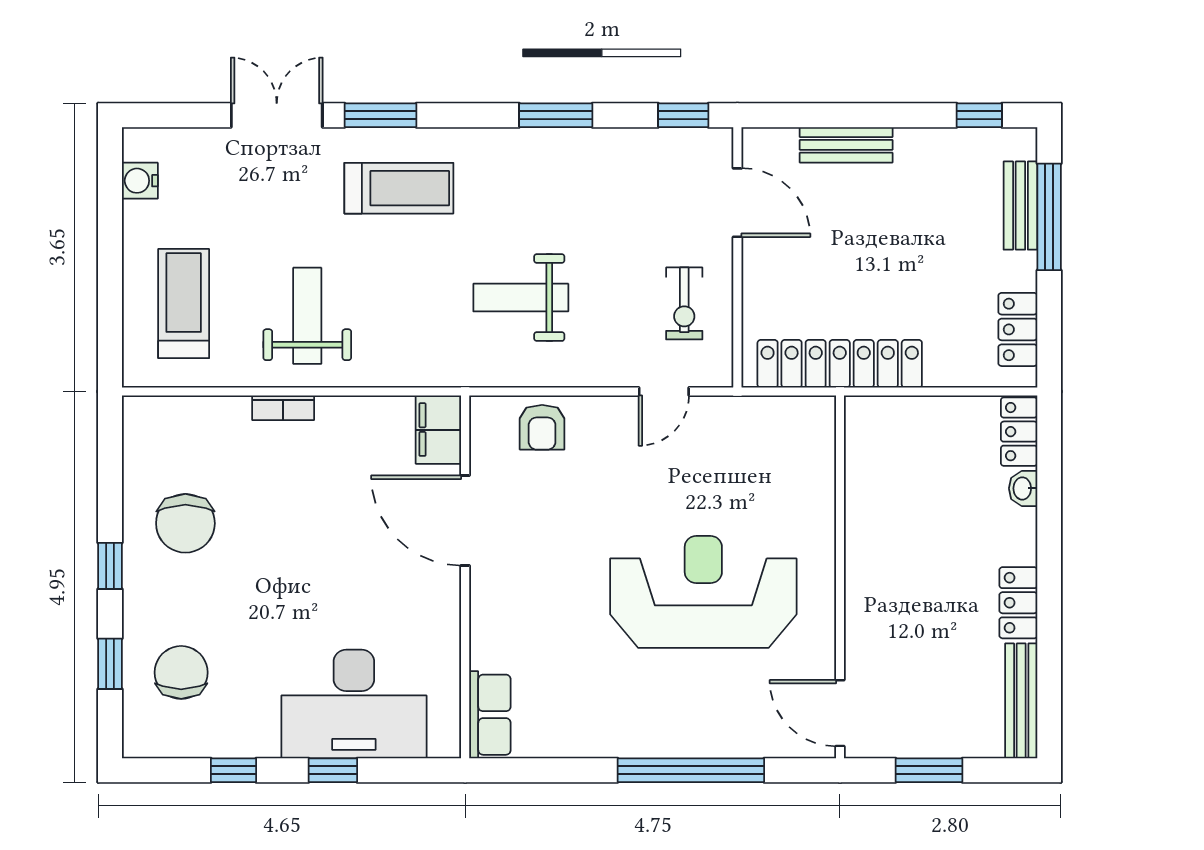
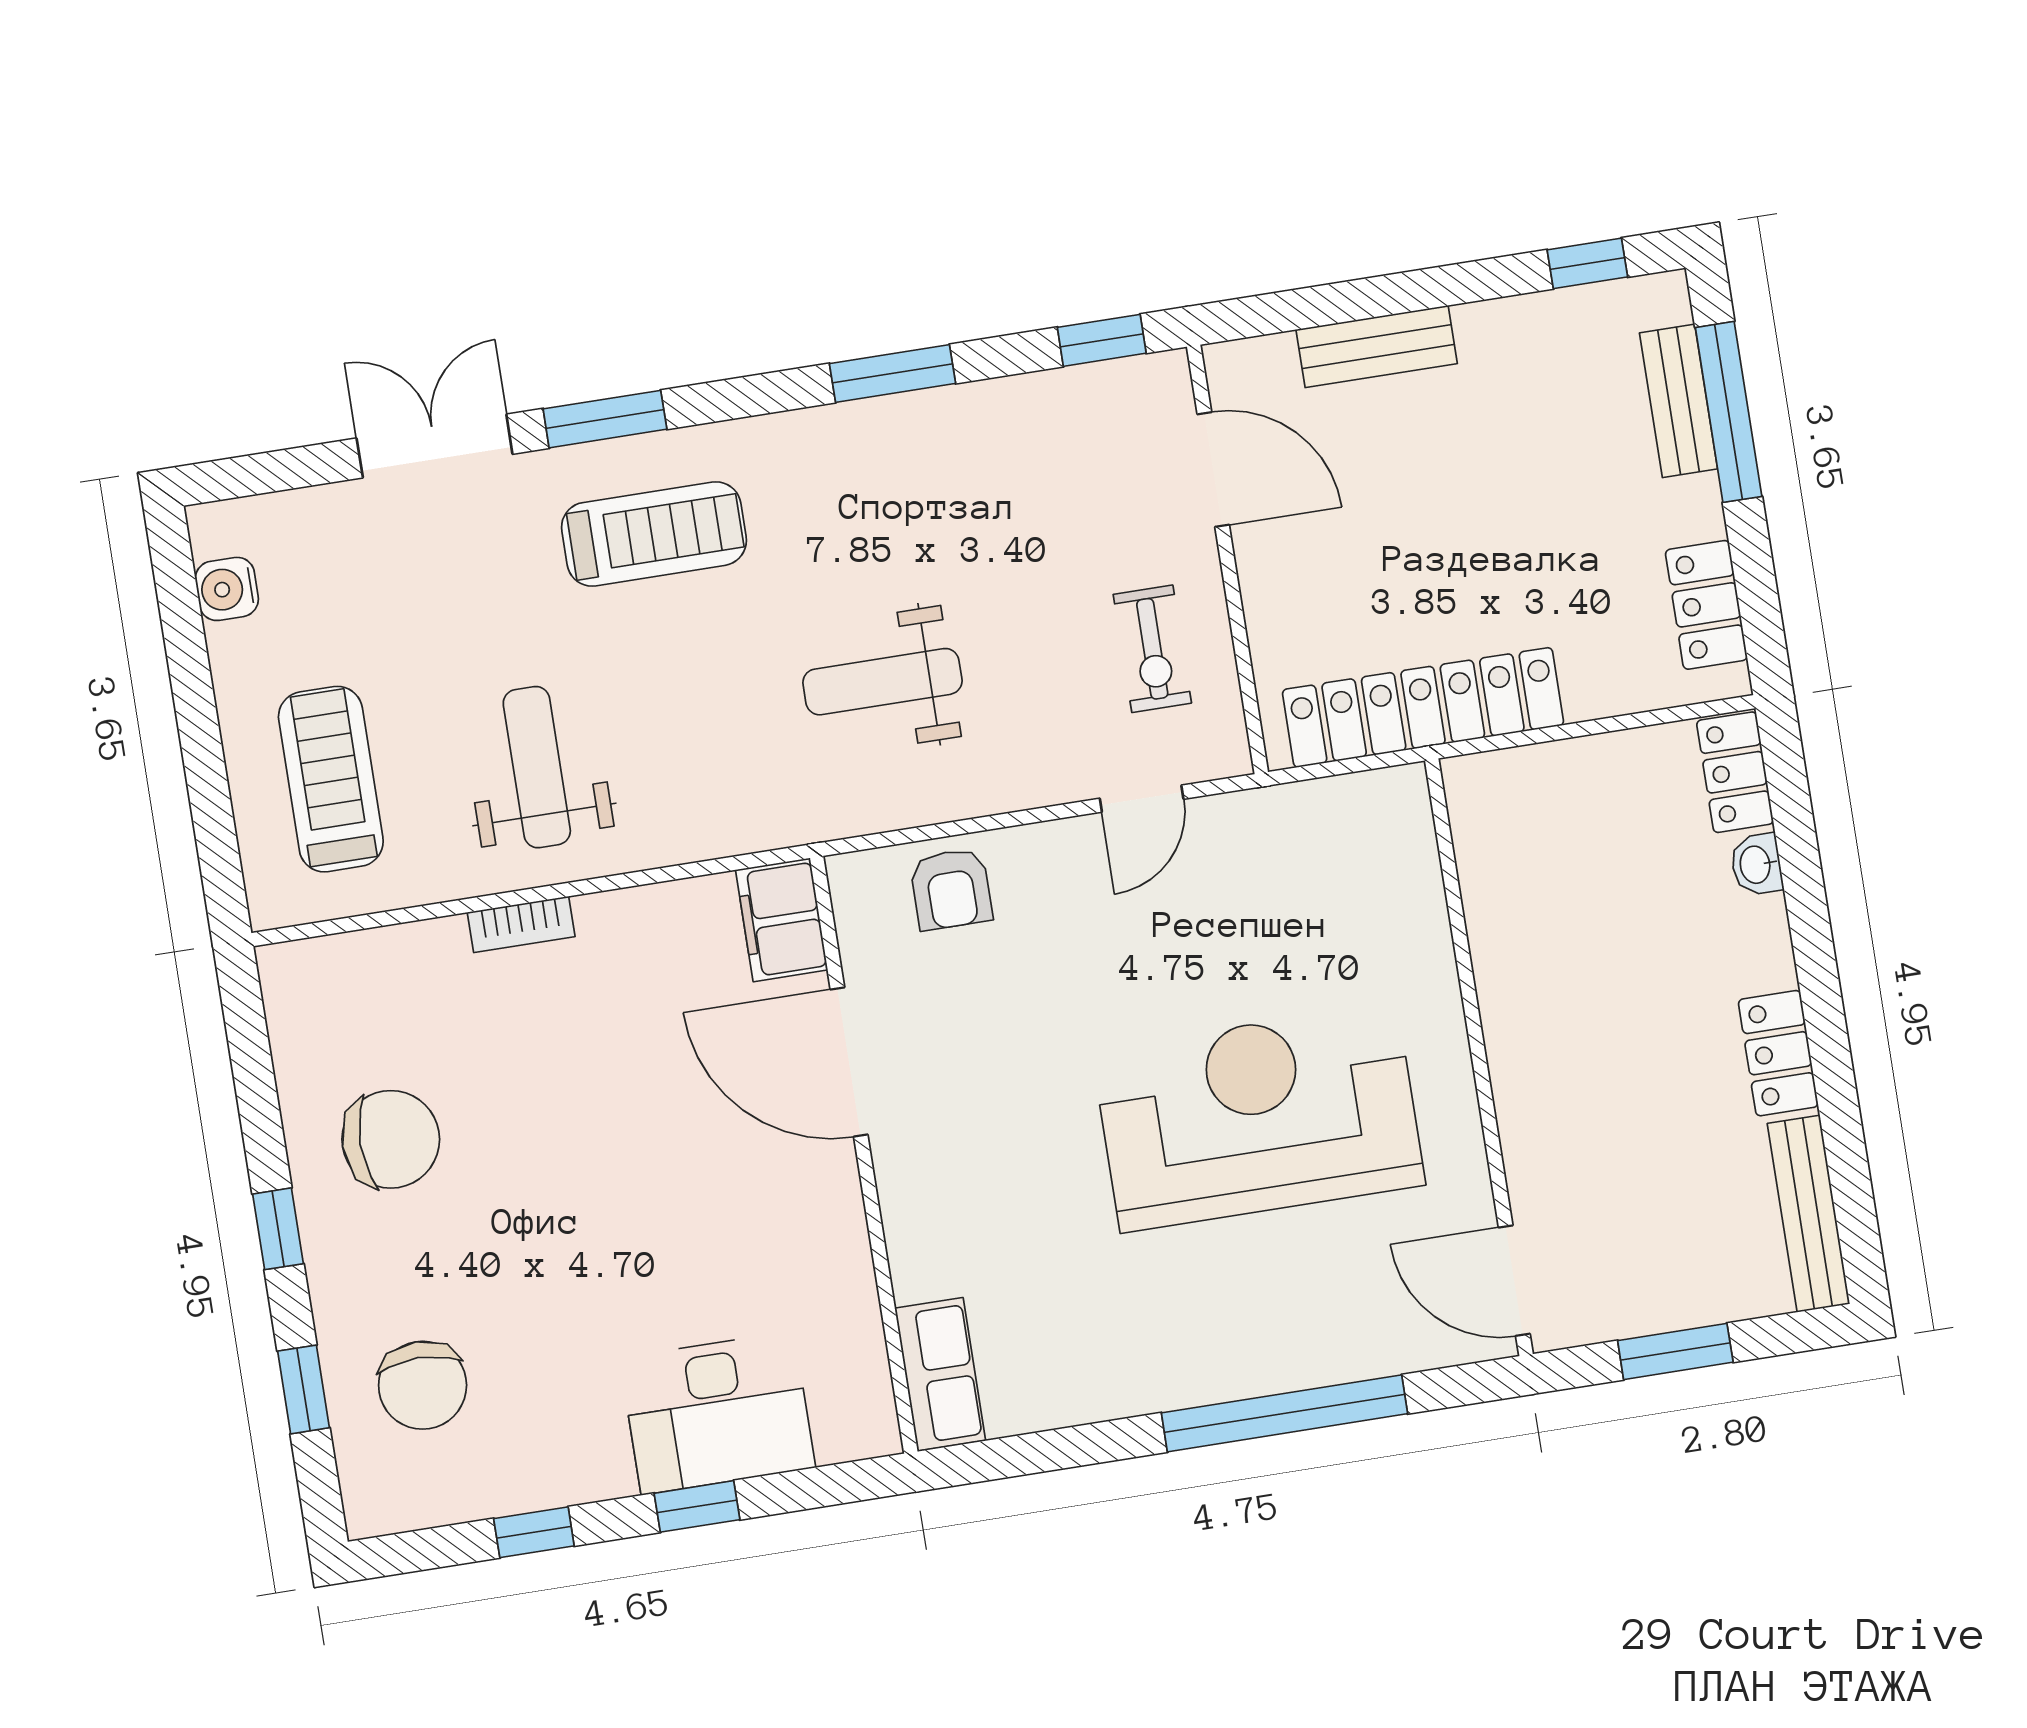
chair: (185, 523) -> (391, 1139), turned -90
chair: (181, 672) -> (423, 1385), turned 180
desk: (354, 704) -> (718, 1413), width x0.73, depth x0.77

